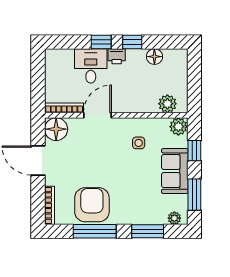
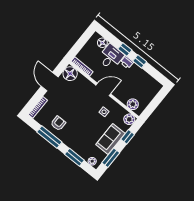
floor lamp: (154, 57) -> (102, 43), moved
door: (97, 115) -> (103, 89), moved
armchair: (92, 205) -> (58, 123), width x0.53, depth x0.53

